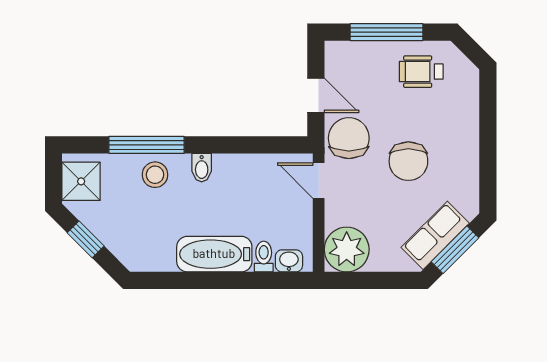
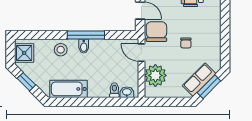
window: (147, 145) -> (86, 35), moved
chair: (408, 161) -> (186, 43), width x0.54, depth x0.54
plant: (347, 249) -> (155, 75), moved
bathtub: (214, 254) -> (69, 89), moved

